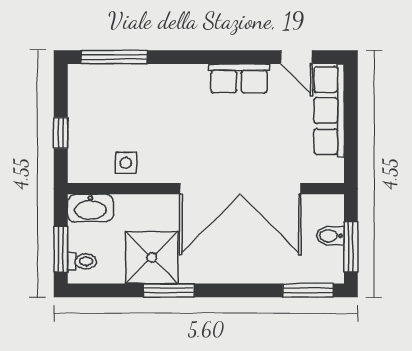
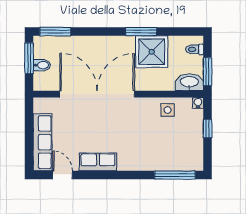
water cooler: (76, 174) -> (198, 103), added
window: (61, 249) -> (208, 72), moved

